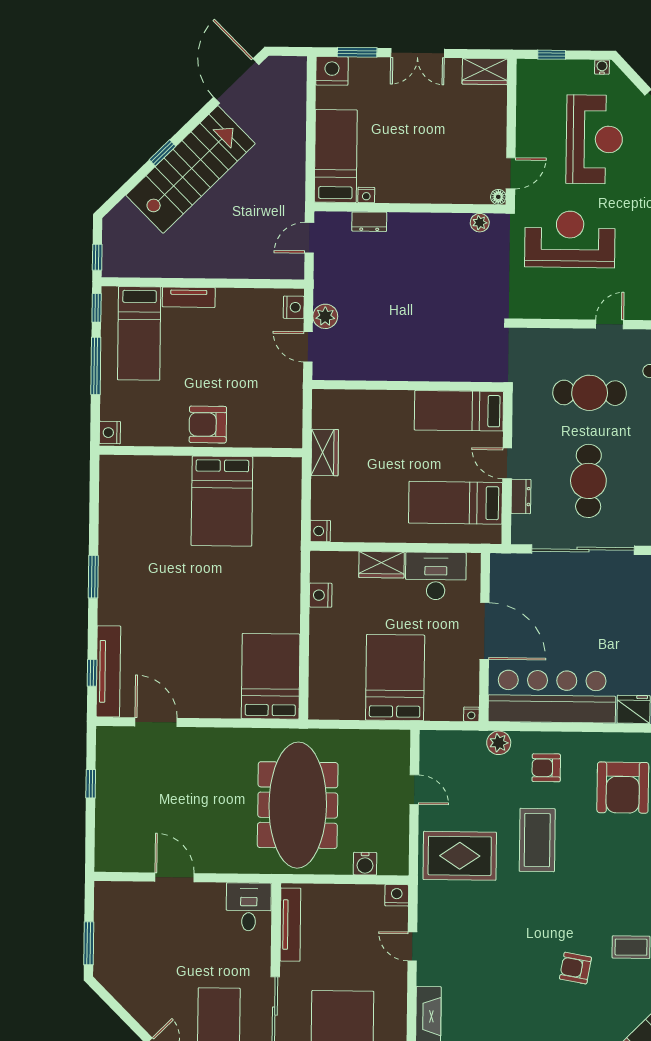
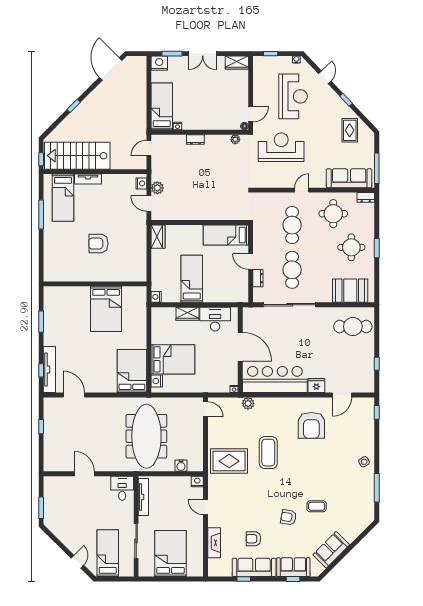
stairs: (190, 169) -> (77, 156), moved, turned -135
dresser: (369, 222) -> (195, 140), moved
window: (97, 308) -> (41, 185), removed
cafe table: (590, 393) -> (292, 225), turned 90
nightstand: (110, 433) -> (49, 248), removed
wall: (201, 451) -> (95, 284), moved
wardrobe: (325, 453) -> (158, 237), moved
bed: (222, 501) -> (106, 309), moved
bed: (455, 503) -> (192, 279), moved, turned 90
nightstand: (321, 595) -> (157, 381), moved
bed: (395, 678) -> (173, 359), moved, turned 90
armchair: (546, 768) -> (253, 539), moved
door: (414, 790) -> (206, 409), moved

